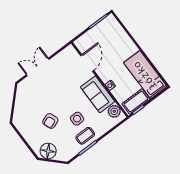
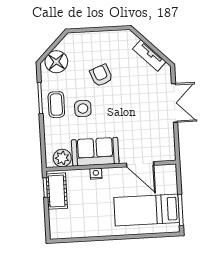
bed: (145, 75) -> (147, 210), moved, turned 180
tv unit: (20, 101) -> (149, 55), added
floor lamp: (48, 151) -> (56, 62), moved

